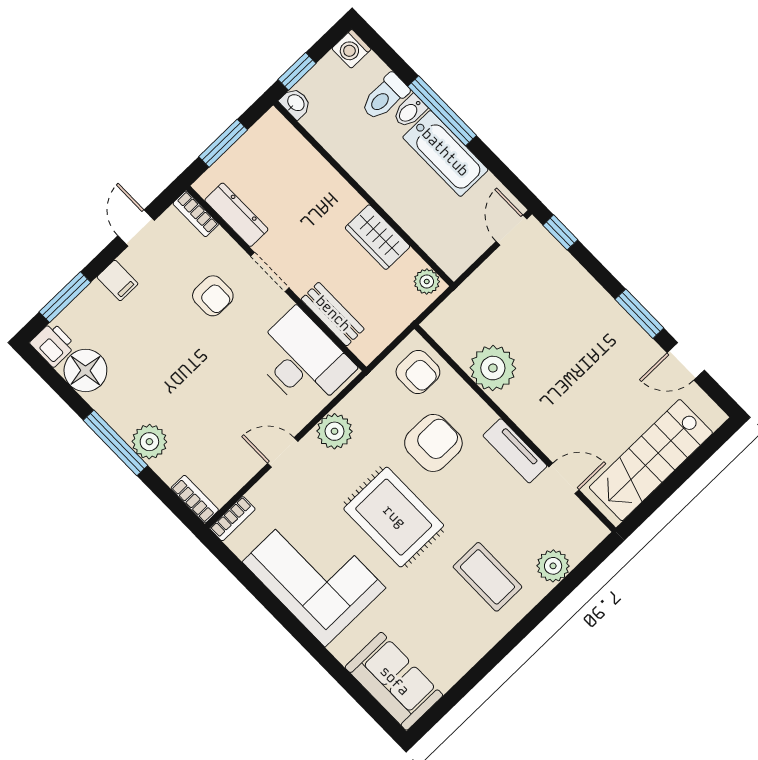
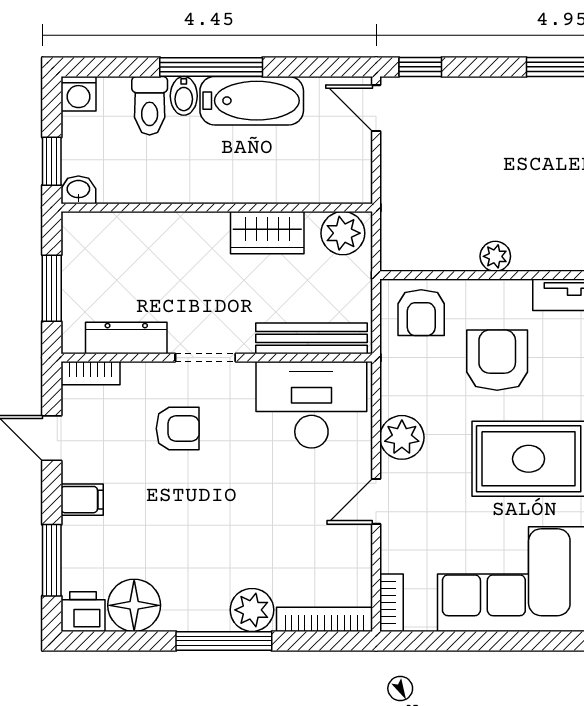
plant: (427, 282) -> (343, 233), width x1.38, depth x1.38
bench: (333, 314) -> (312, 338), width x1.36
plant: (493, 368) -> (495, 256), width x0.53, depth x0.53
armchair: (418, 372) -> (421, 313), turned 90
bookcase: (195, 499) -> (325, 619), width x1.56

